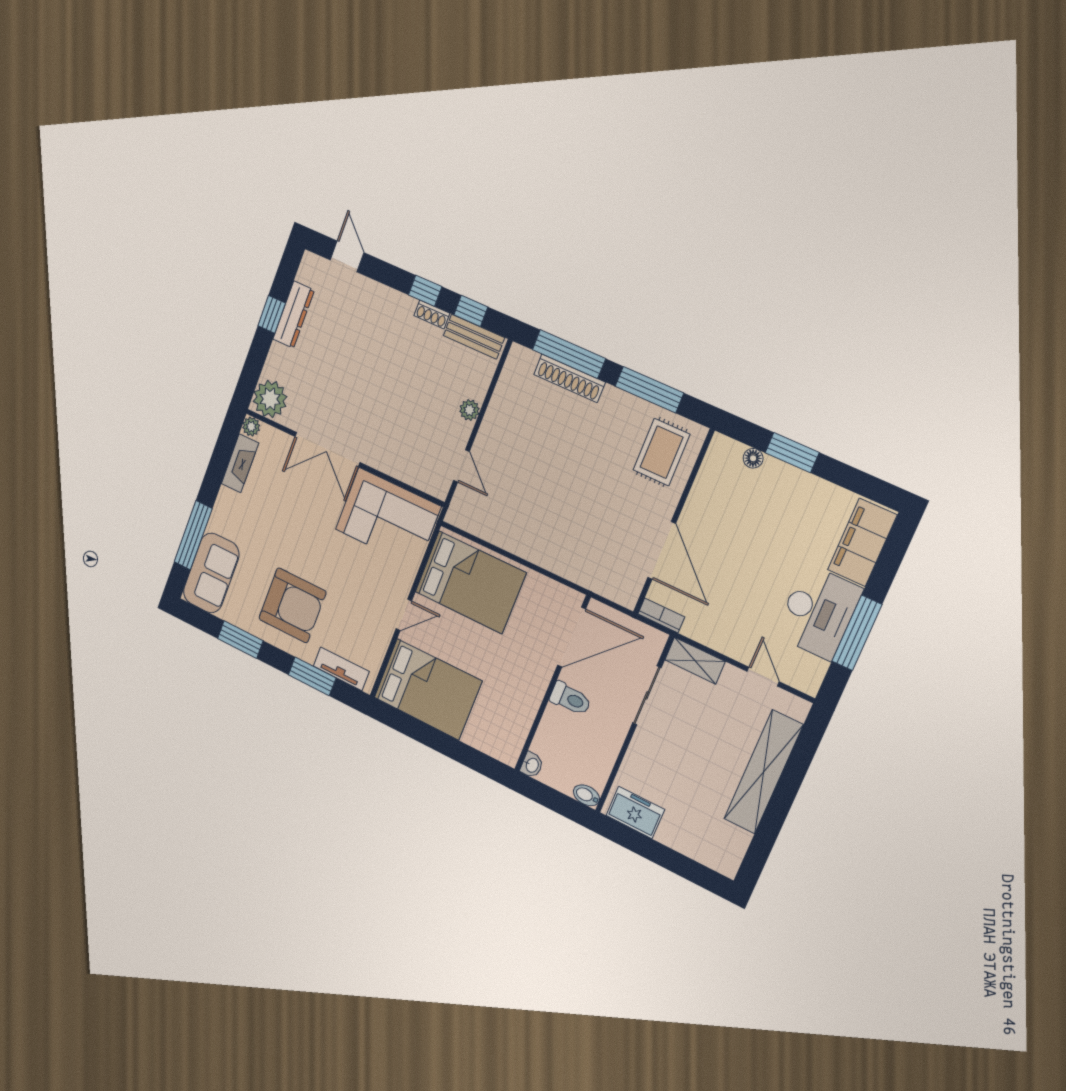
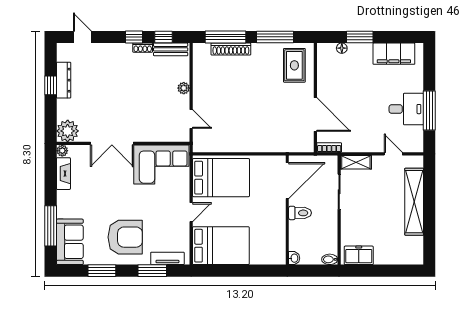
filing cabinet: (862, 542) -> (394, 54), moved, turned -90
desk: (818, 612) -> (406, 109), width x0.73

